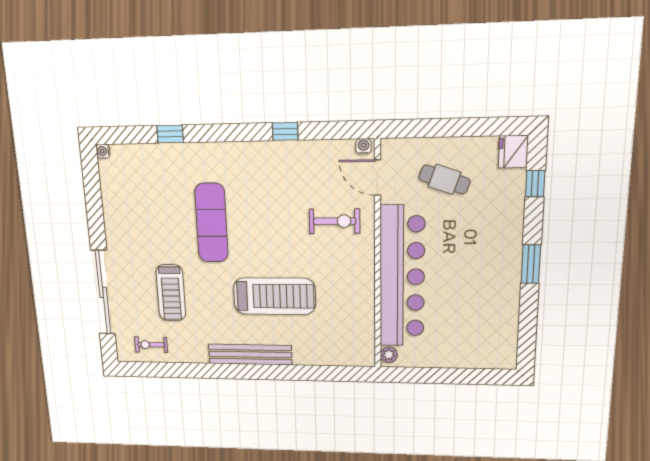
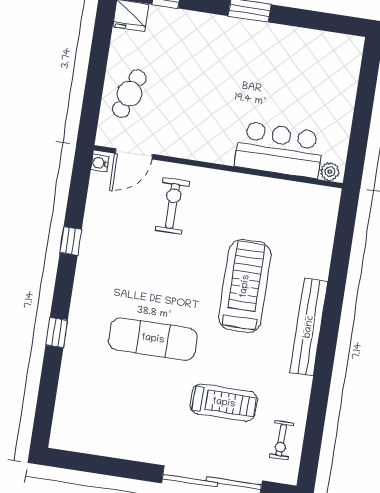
window: (170, 134) -> (57, 332), moved
water cooler: (103, 151) -> (57, 441), removed
cafe table: (444, 179) -> (129, 94), moved
bar counter: (402, 277) -> (279, 150), width x0.54

